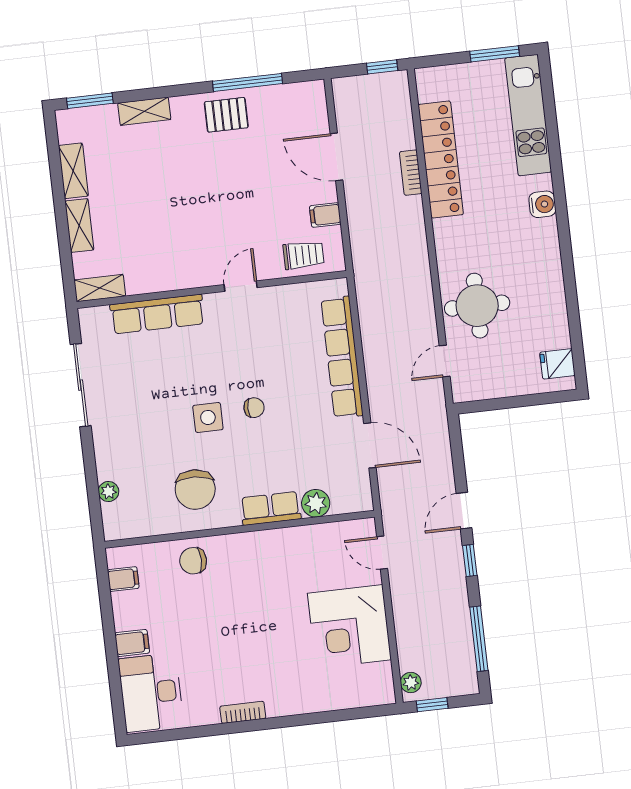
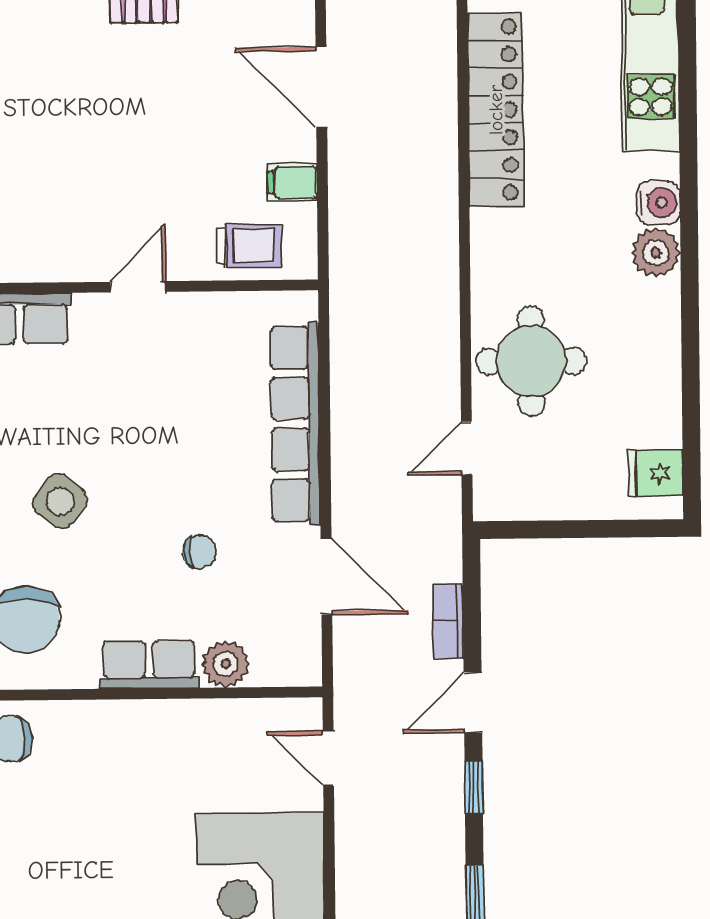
bookcase: (411, 173) -> (448, 621), moved
plant: (544, 234) -> (656, 253), added
chair: (254, 408) -> (200, 552), moved
side table: (208, 417) -> (60, 501), turned 36

